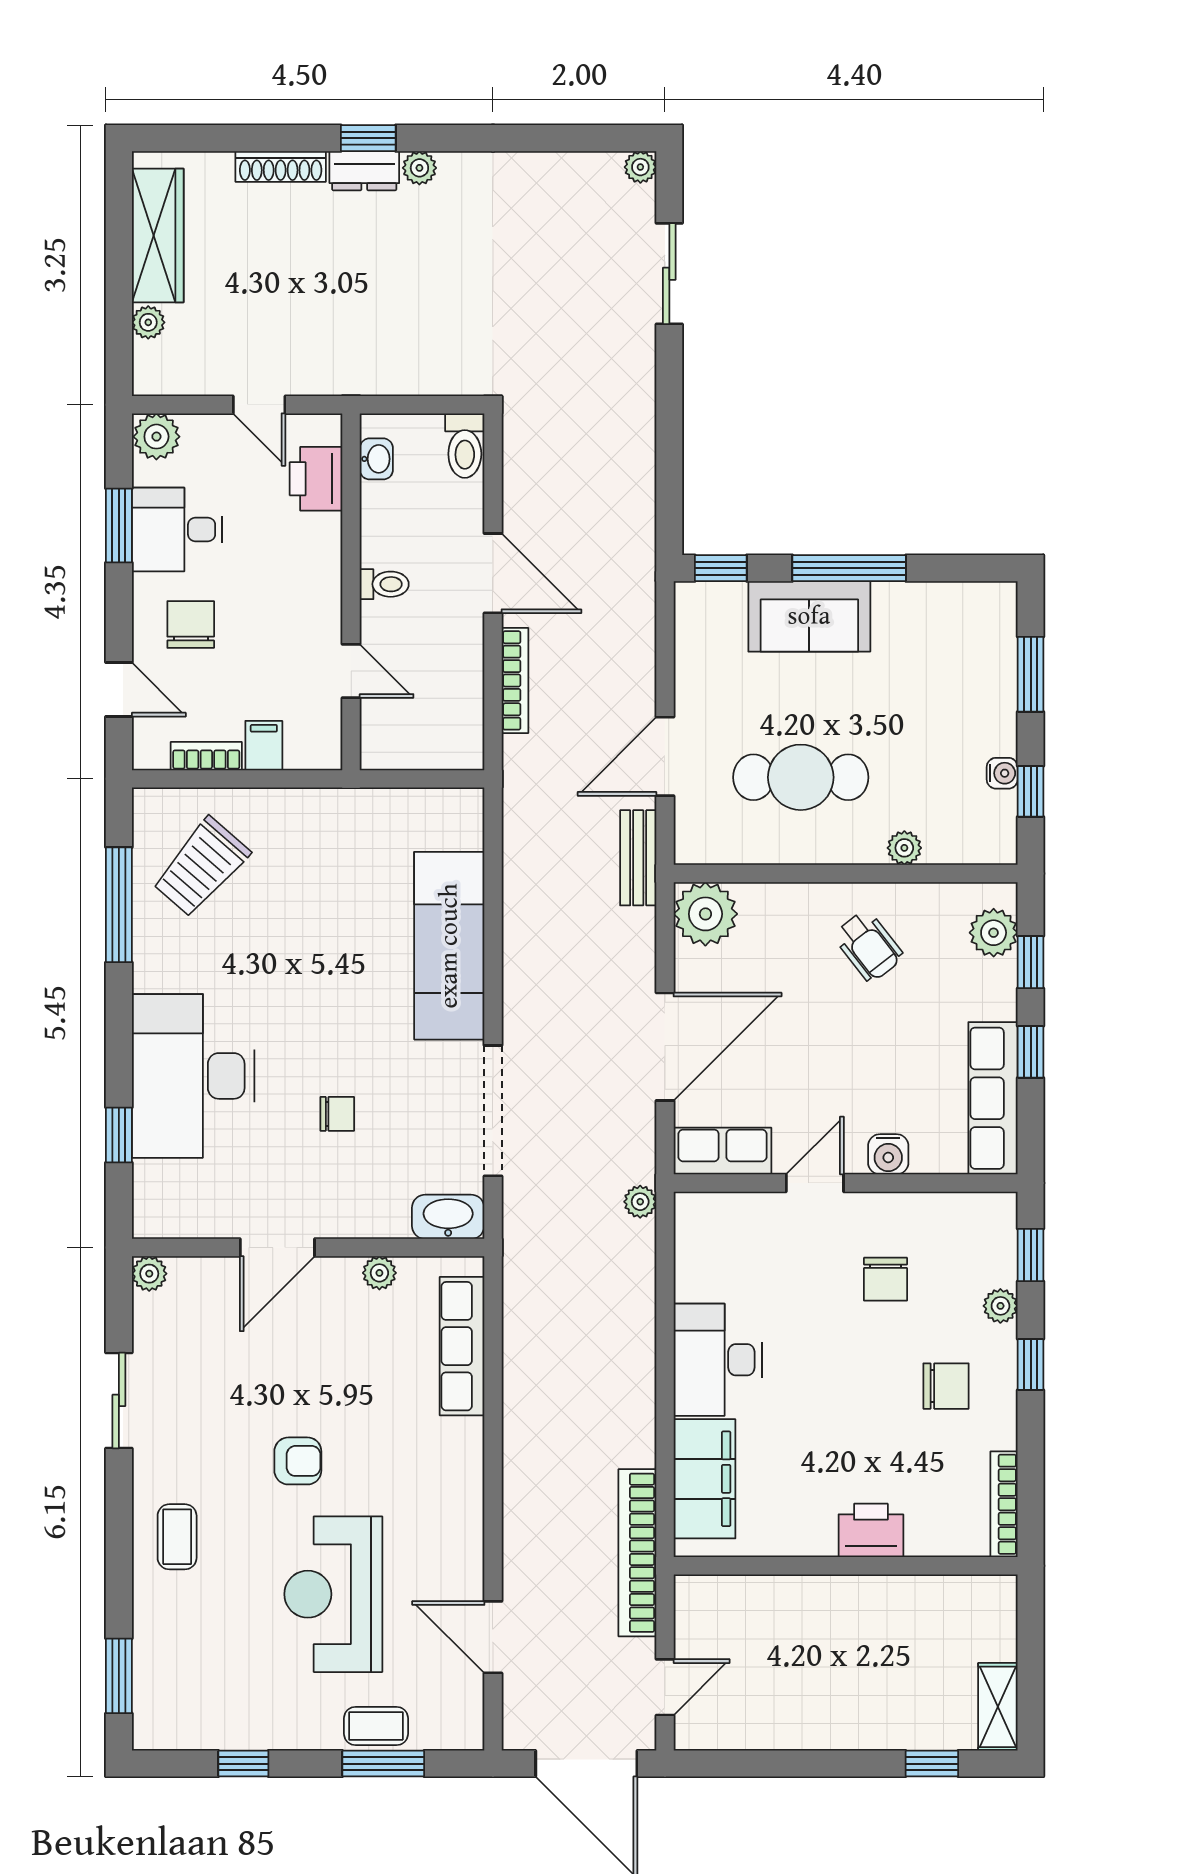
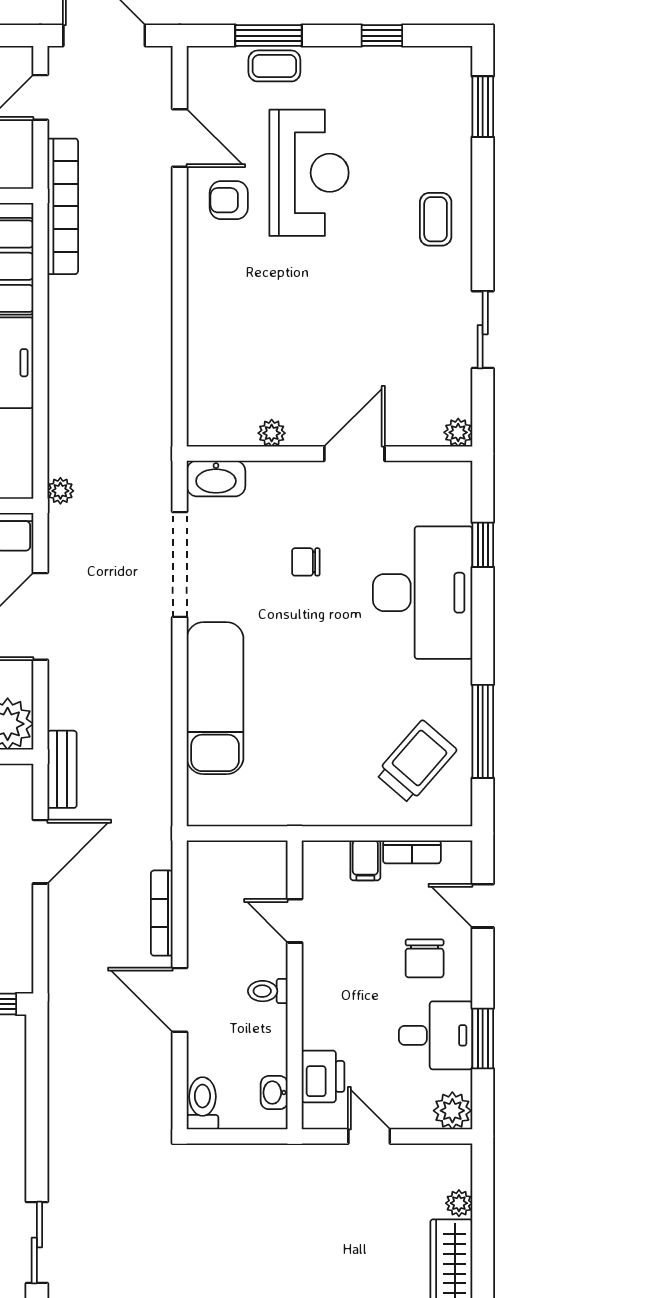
row of seats: (462, 1346) -> (205, 374), removed
armchair: (298, 1461) -> (229, 200), moved

